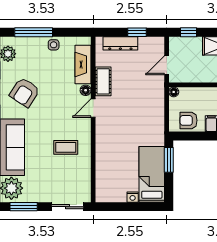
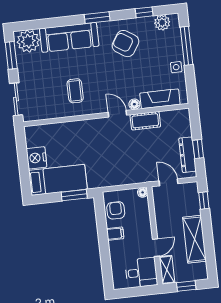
dresser: (120, 43) -> (187, 155), moved
nightstand: (133, 197) -> (36, 158), width x1.89, depth x1.79

